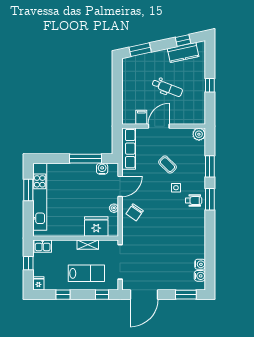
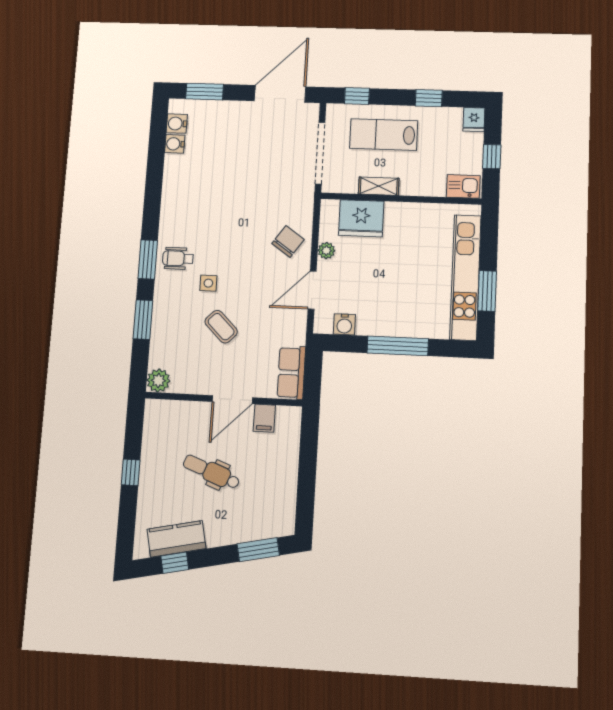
row of seats: (129, 149) -> (291, 373), width x0.68
window: (85, 159) -> (398, 346), moved

